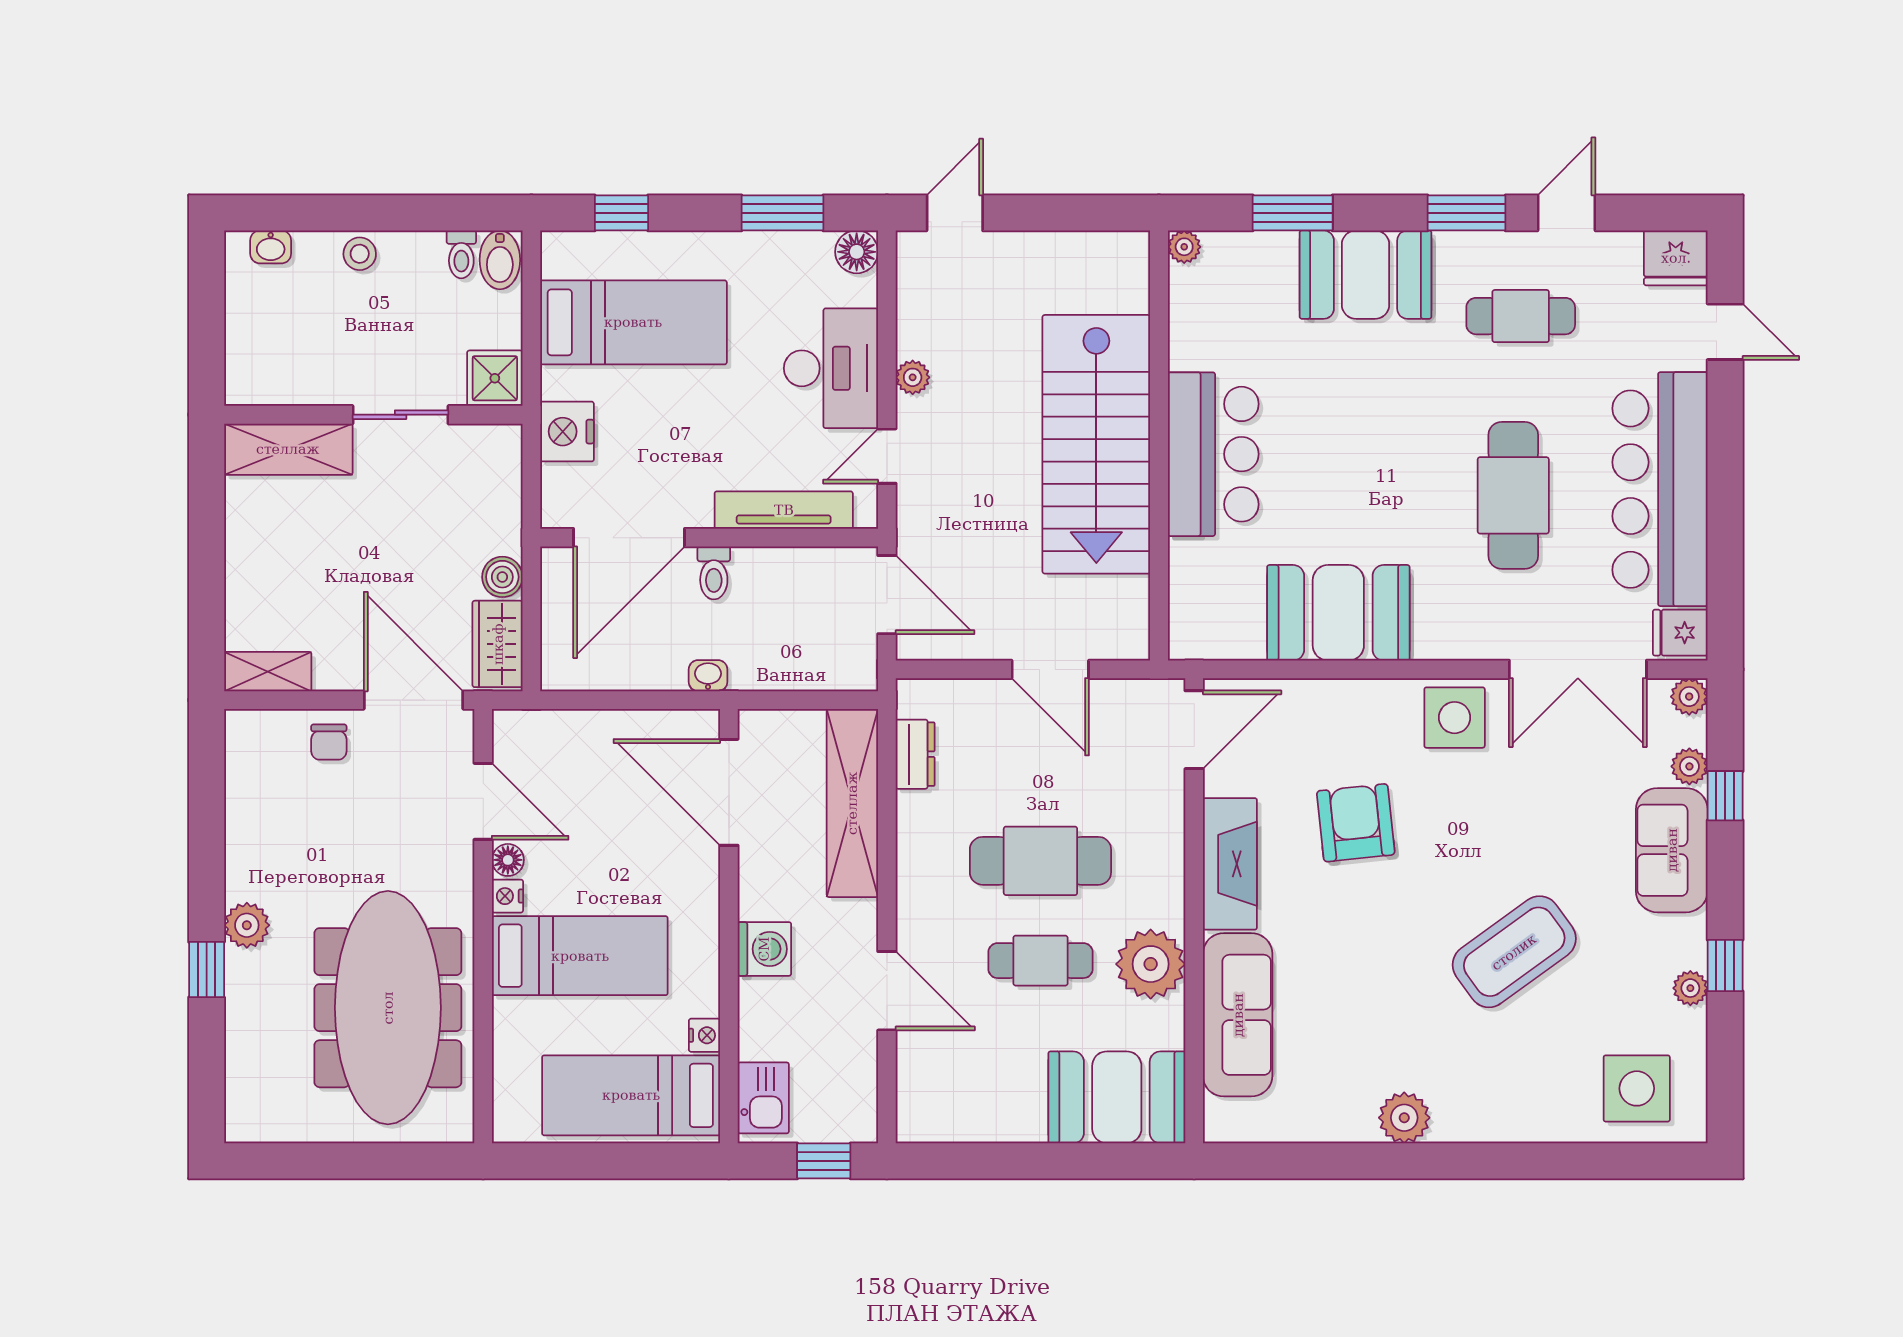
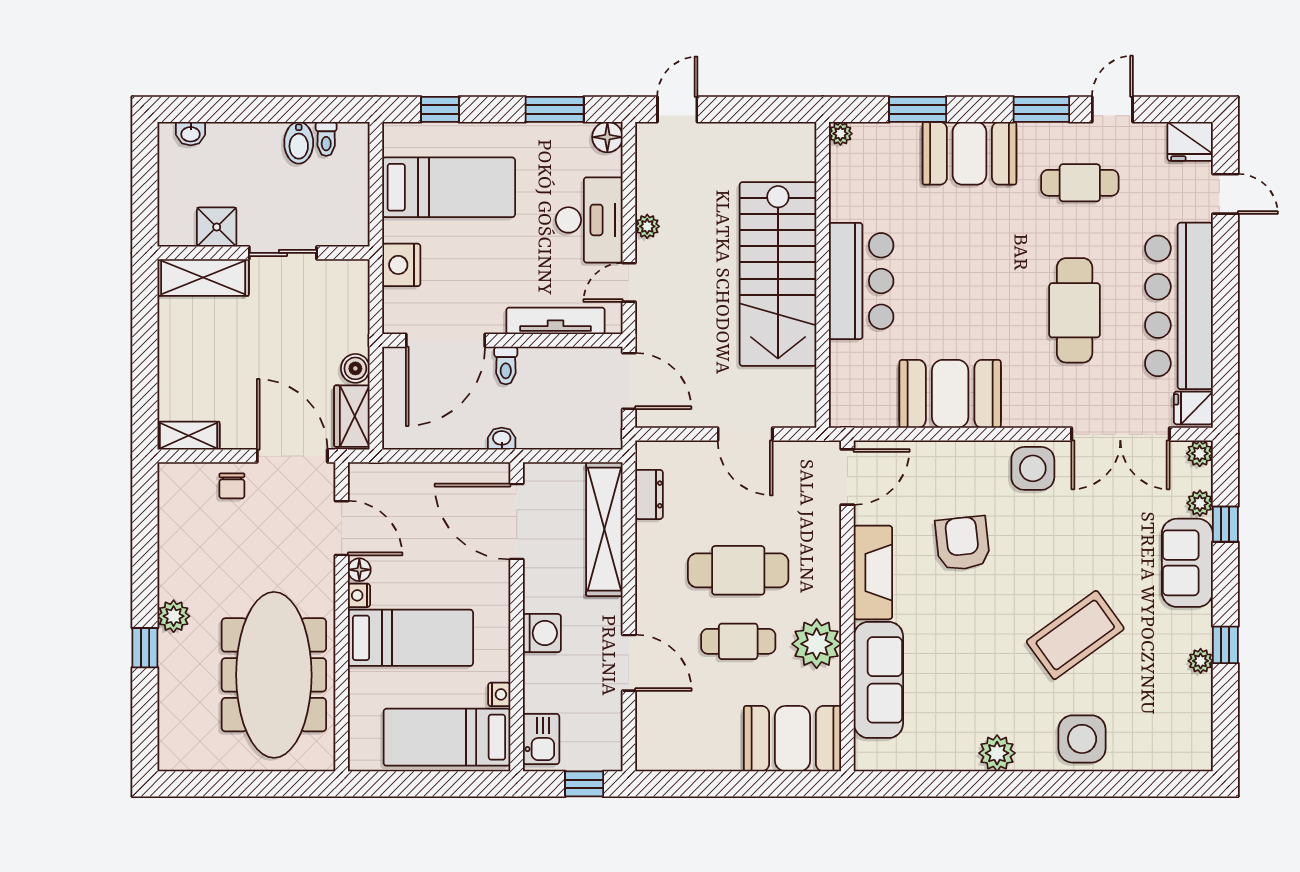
stool: (360, 254) -> (254, 138), removed
bidet: (500, 260) -> (299, 143), moved
shower: (495, 378) -> (217, 227), moved
side table: (1637, 1088) -> (1082, 739), moved

